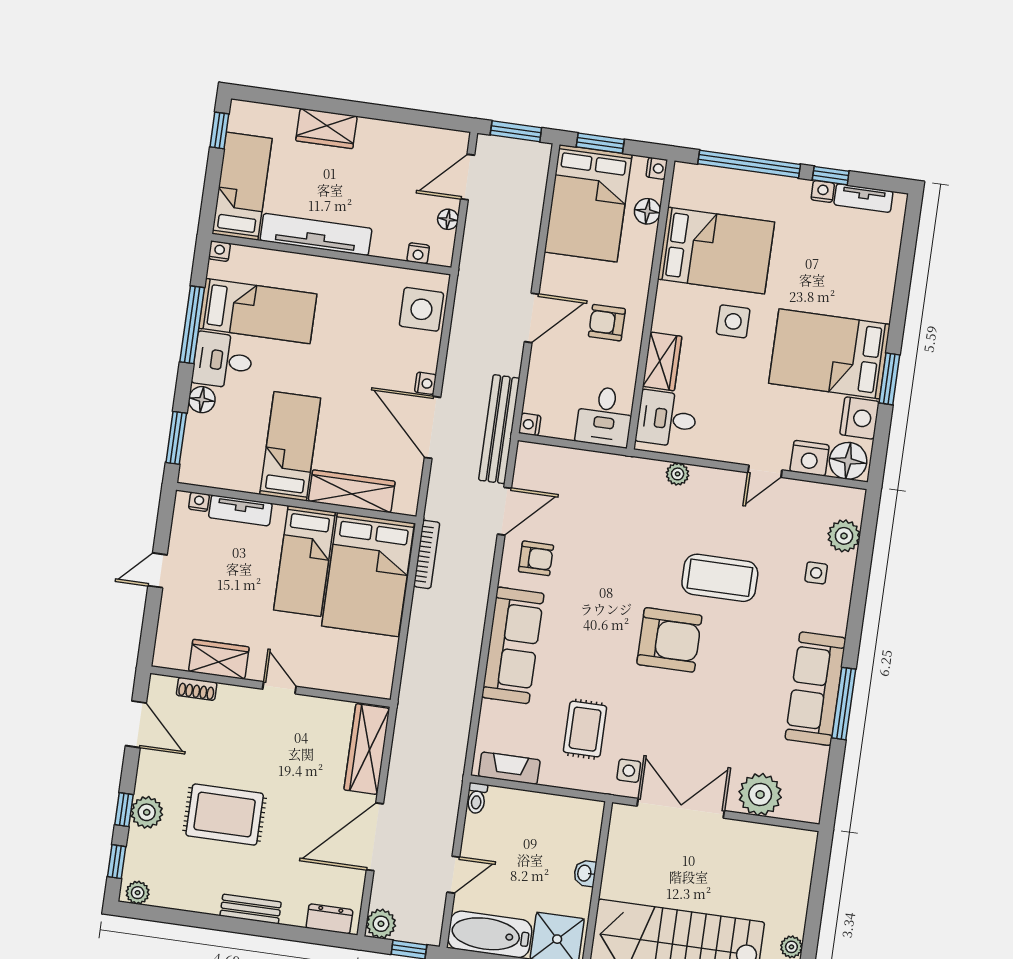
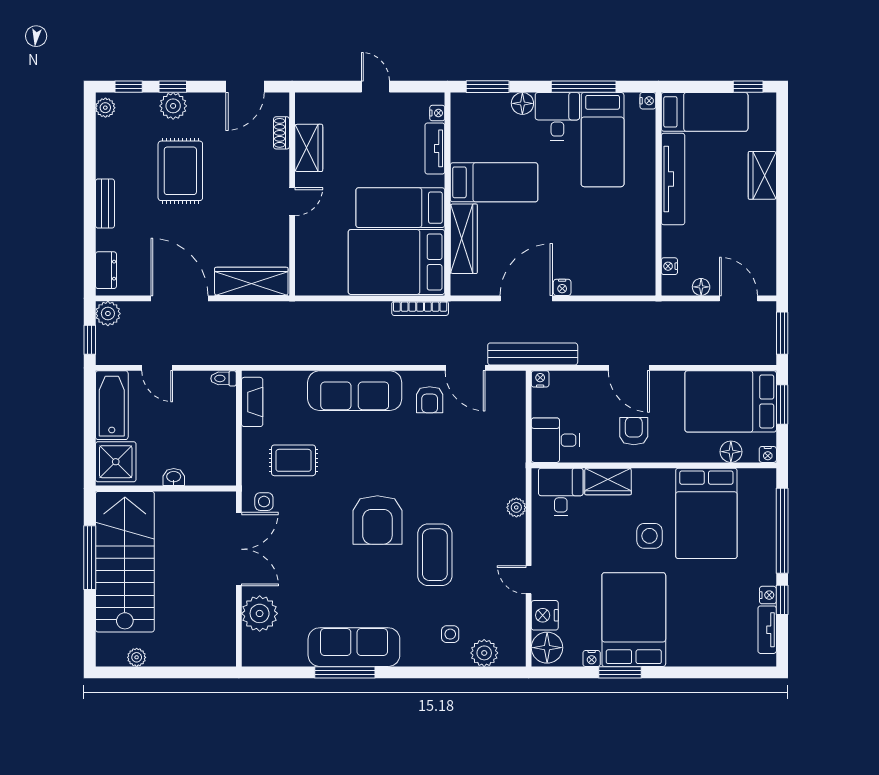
side table: (421, 309) -> (623, 275), removed
nightstand: (859, 418) -> (592, 658), width x0.53, depth x0.56

